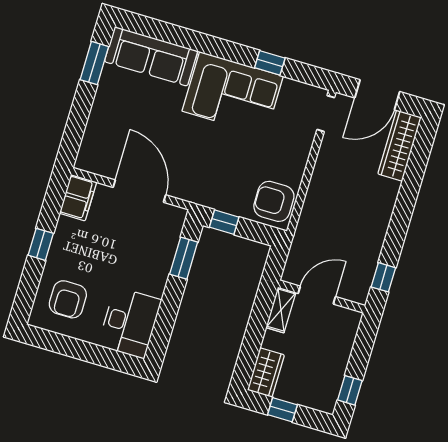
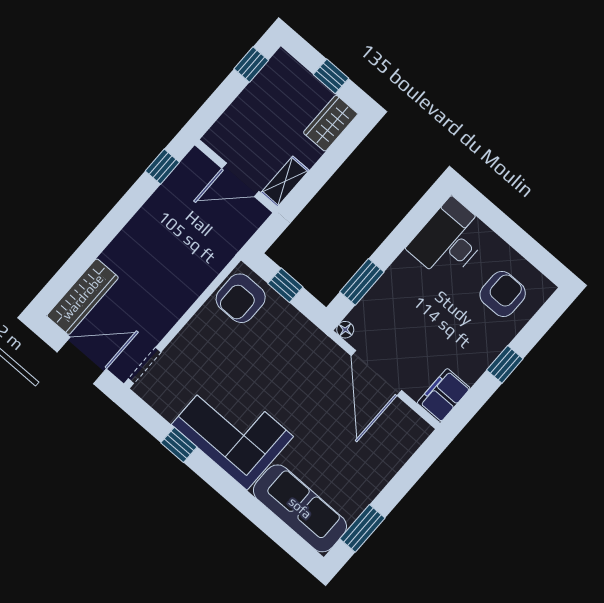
armchair: (274, 201) -> (241, 298), turned 90
floor lamp: (180, 214) -> (345, 330), added
window: (224, 222) -> (285, 285), moved

